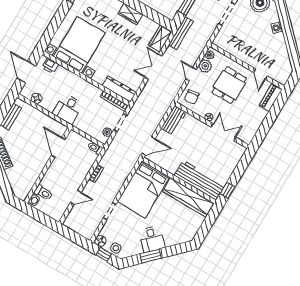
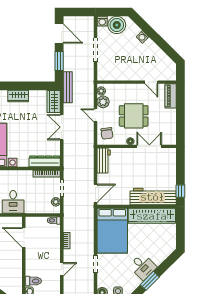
dining table: (229, 85) -> (134, 116), moved, turned 90

